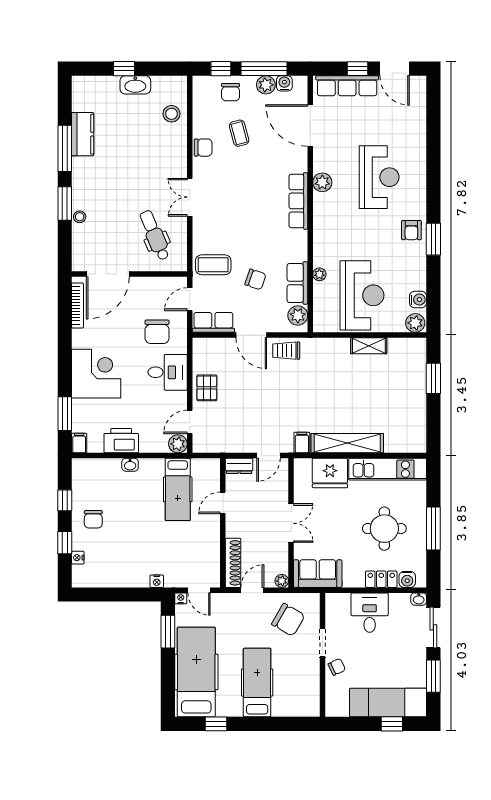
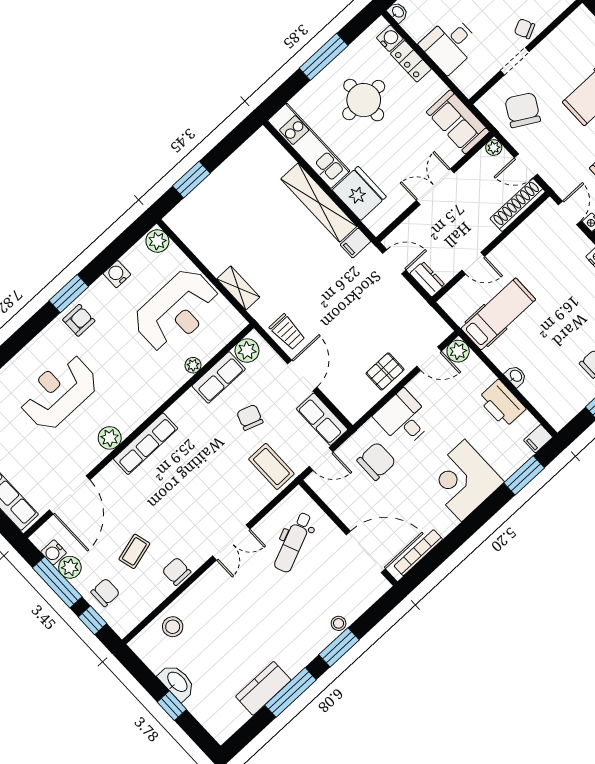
reception desk: (362, 295) -> (177, 311), turned 180
water cooler: (418, 300) -> (117, 274), moved
shelving: (369, 346) -> (238, 288), moved

